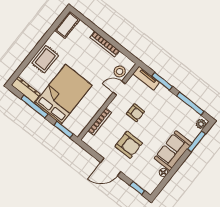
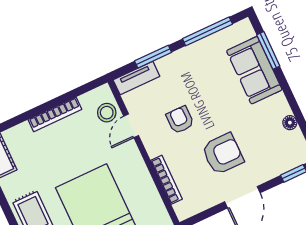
armchair: (135, 113) -> (180, 120), turned -90
plant: (201, 124) -> (246, 31), removed
sofa: (173, 151) -> (254, 70), moved

